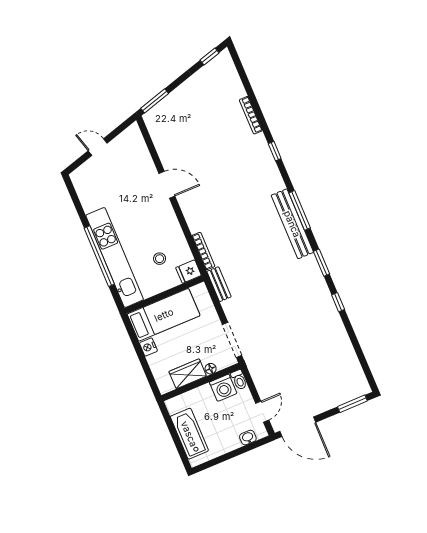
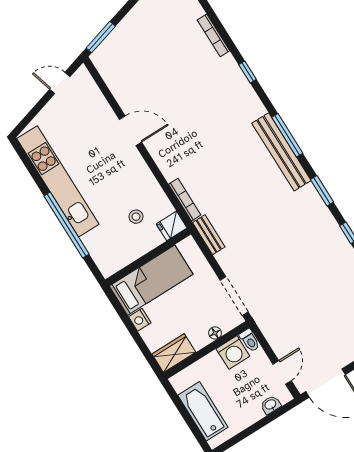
door: (98, 147) -> (60, 83), moved
kitchen unit: (115, 257) -> (58, 181), moved
wardrobe: (188, 374) -> (174, 353), moved

